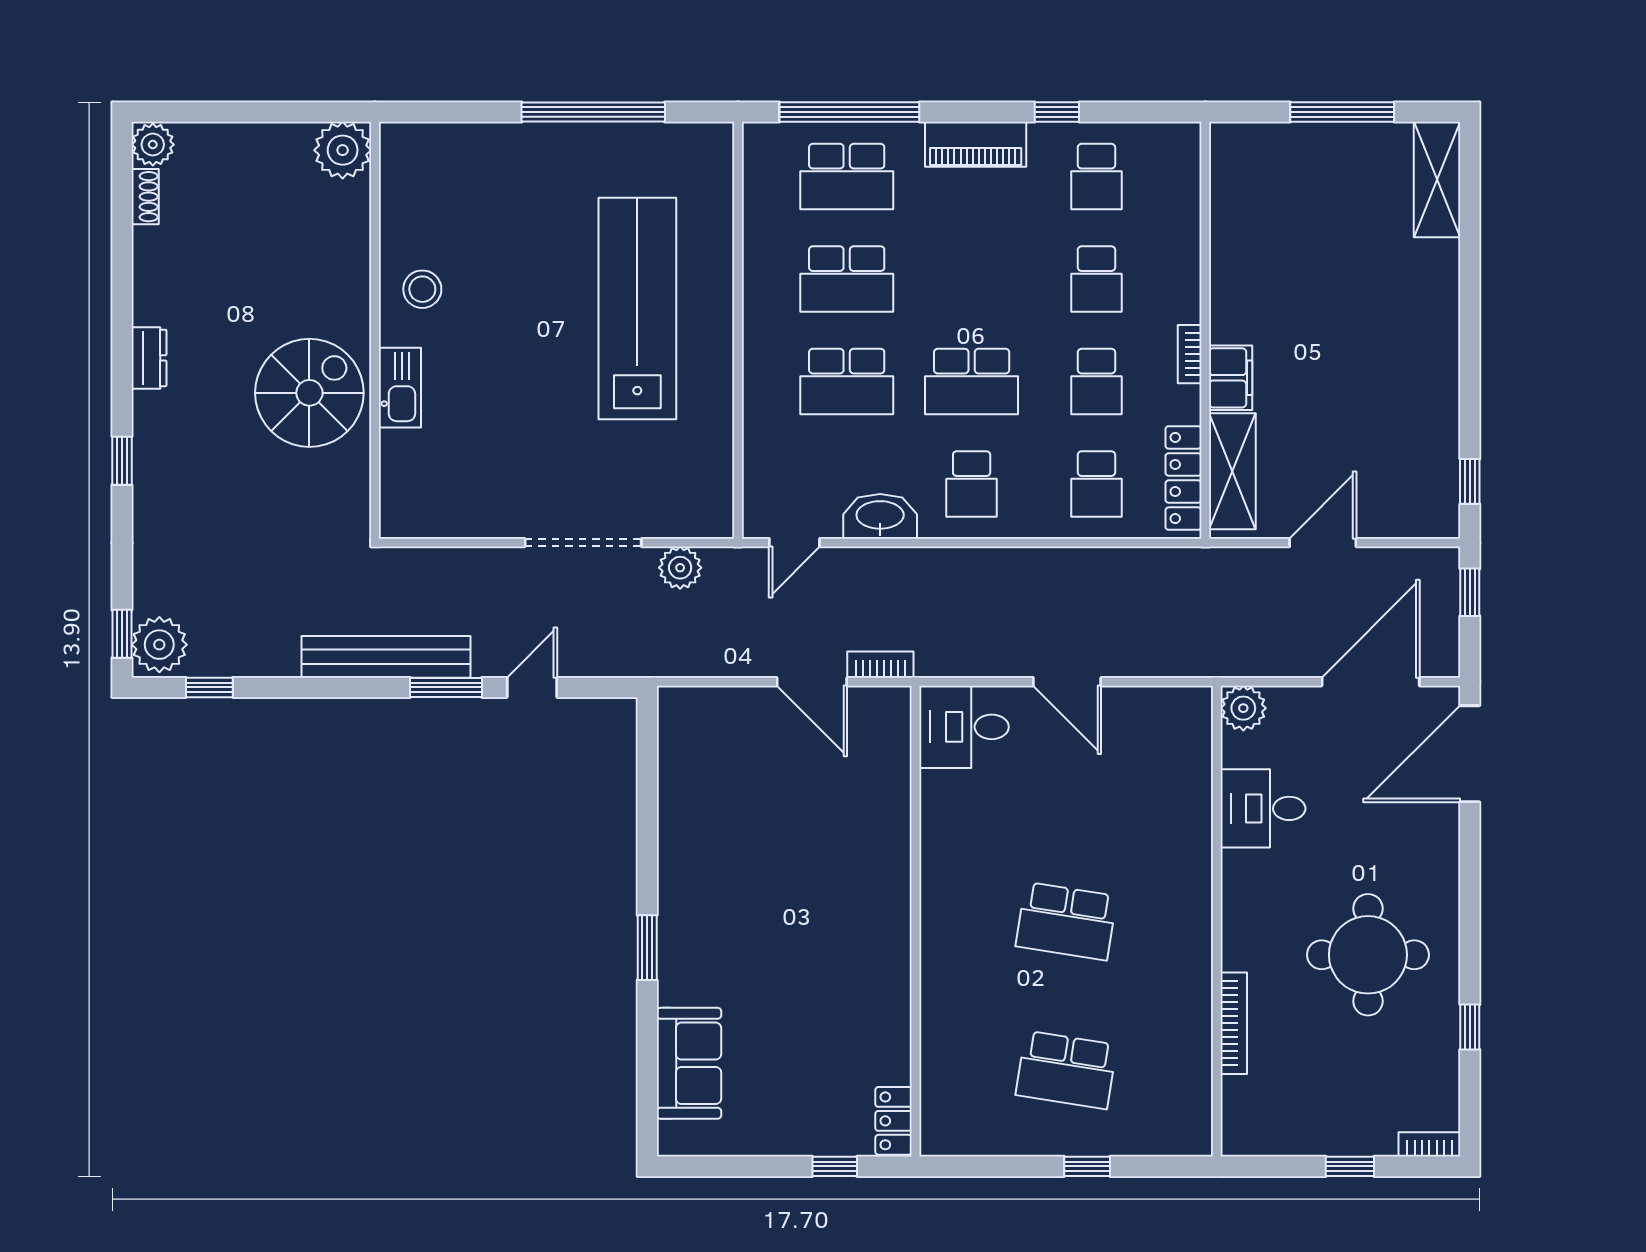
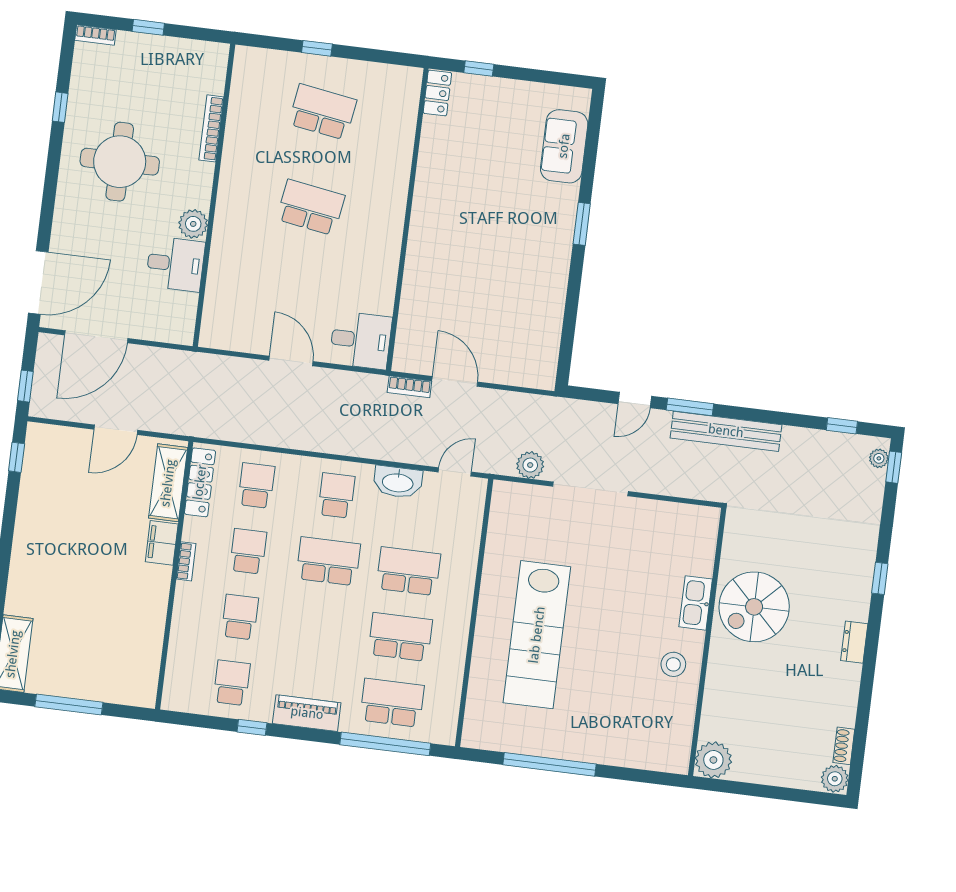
plant: (159, 645) -> (879, 458), width x0.53, depth x0.53
plant: (1243, 708) -> (193, 224), moved

